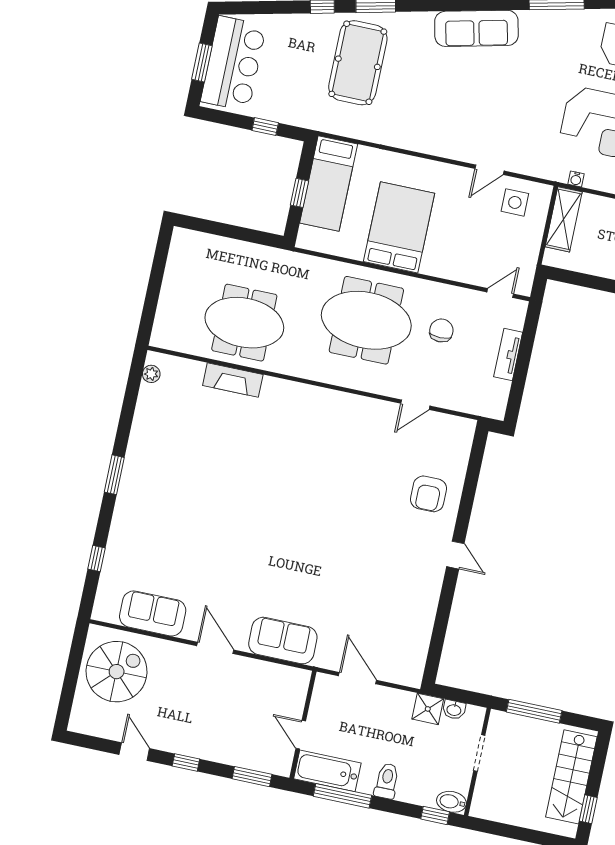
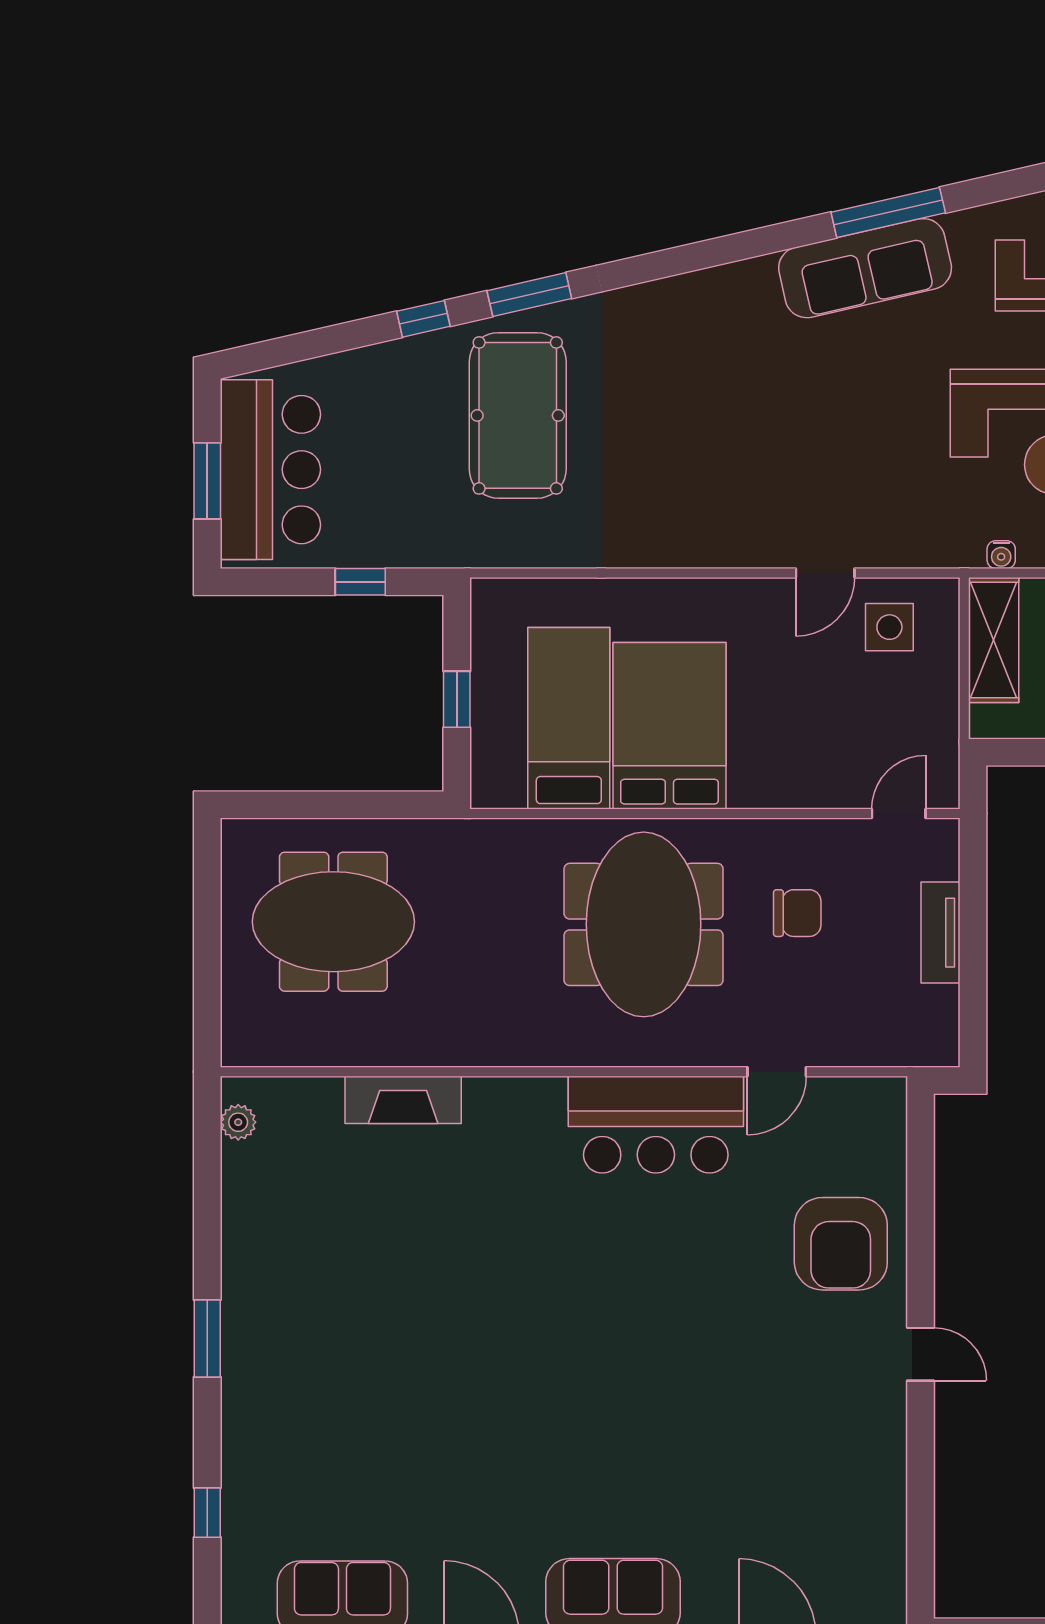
sofa: (476, 28) -> (865, 268), moved
bed: (329, 184) -> (569, 718), moved, turned 180
meeting table: (366, 320) -> (644, 924), turned 90
meeting table: (244, 323) -> (333, 922), moved
chair: (441, 330) -> (797, 913), turned 90
bar counter: (352, 418) -> (656, 1125), added
armchair: (428, 494) -> (841, 1244), width x1.36, depth x1.36

